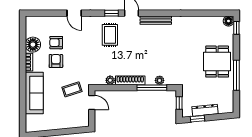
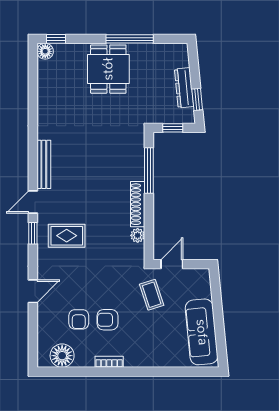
floor lamp: (33, 45) -> (62, 356), moved
dining table: (217, 62) -> (108, 69), turned 90
plant: (160, 80) -> (138, 159), removed
sofa: (34, 93) -> (202, 332), moved, turned -96

